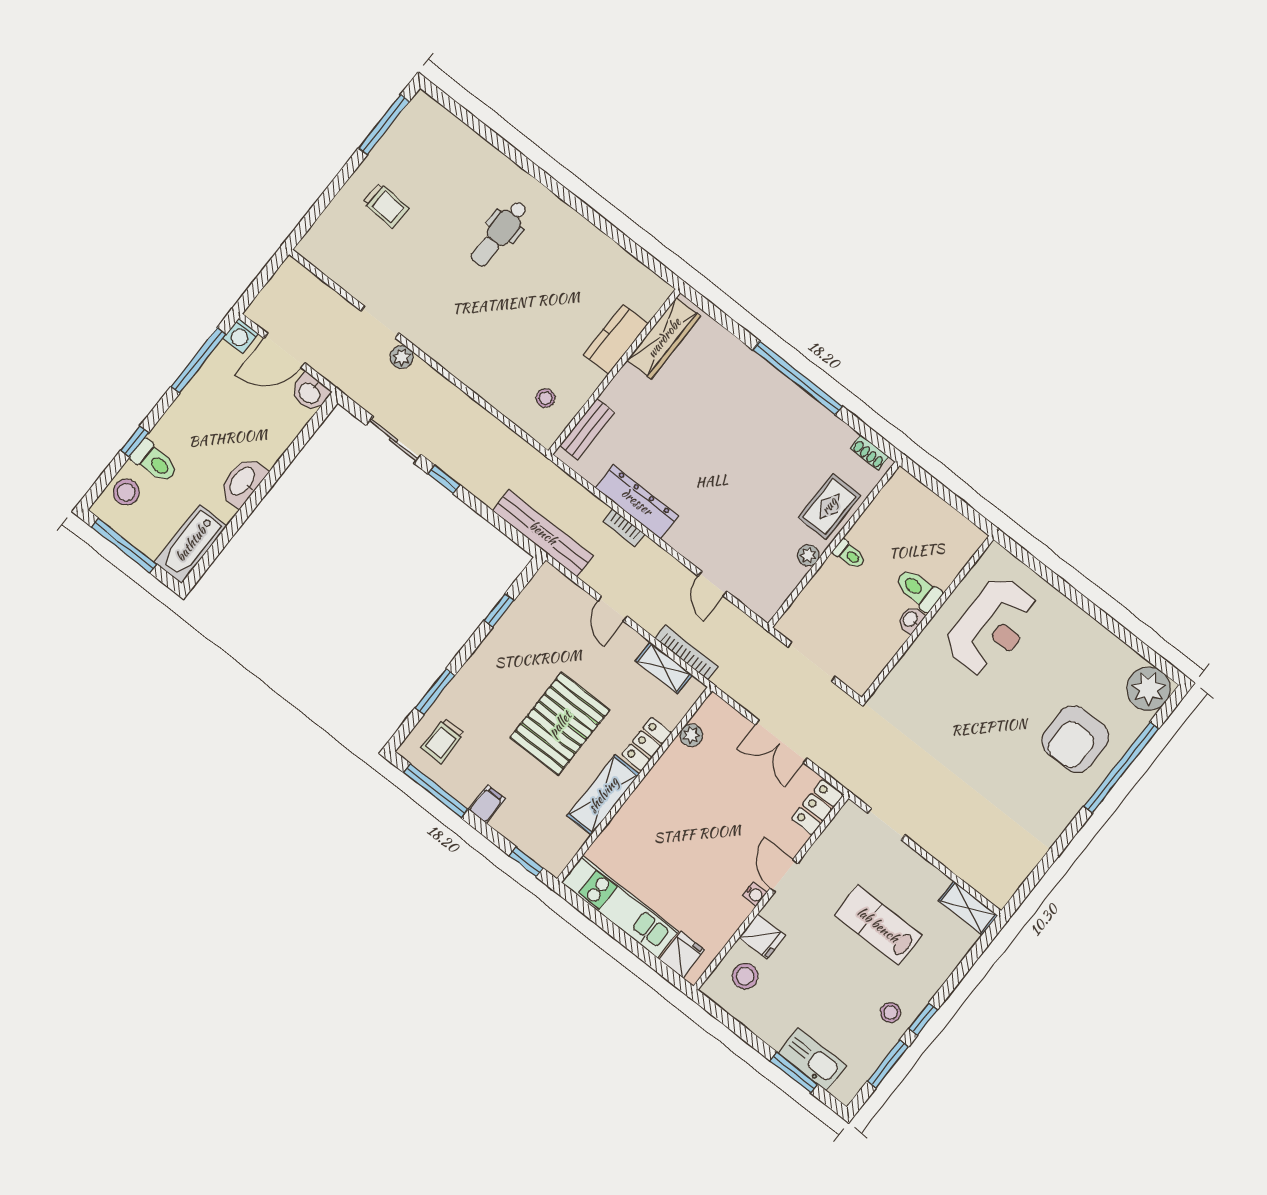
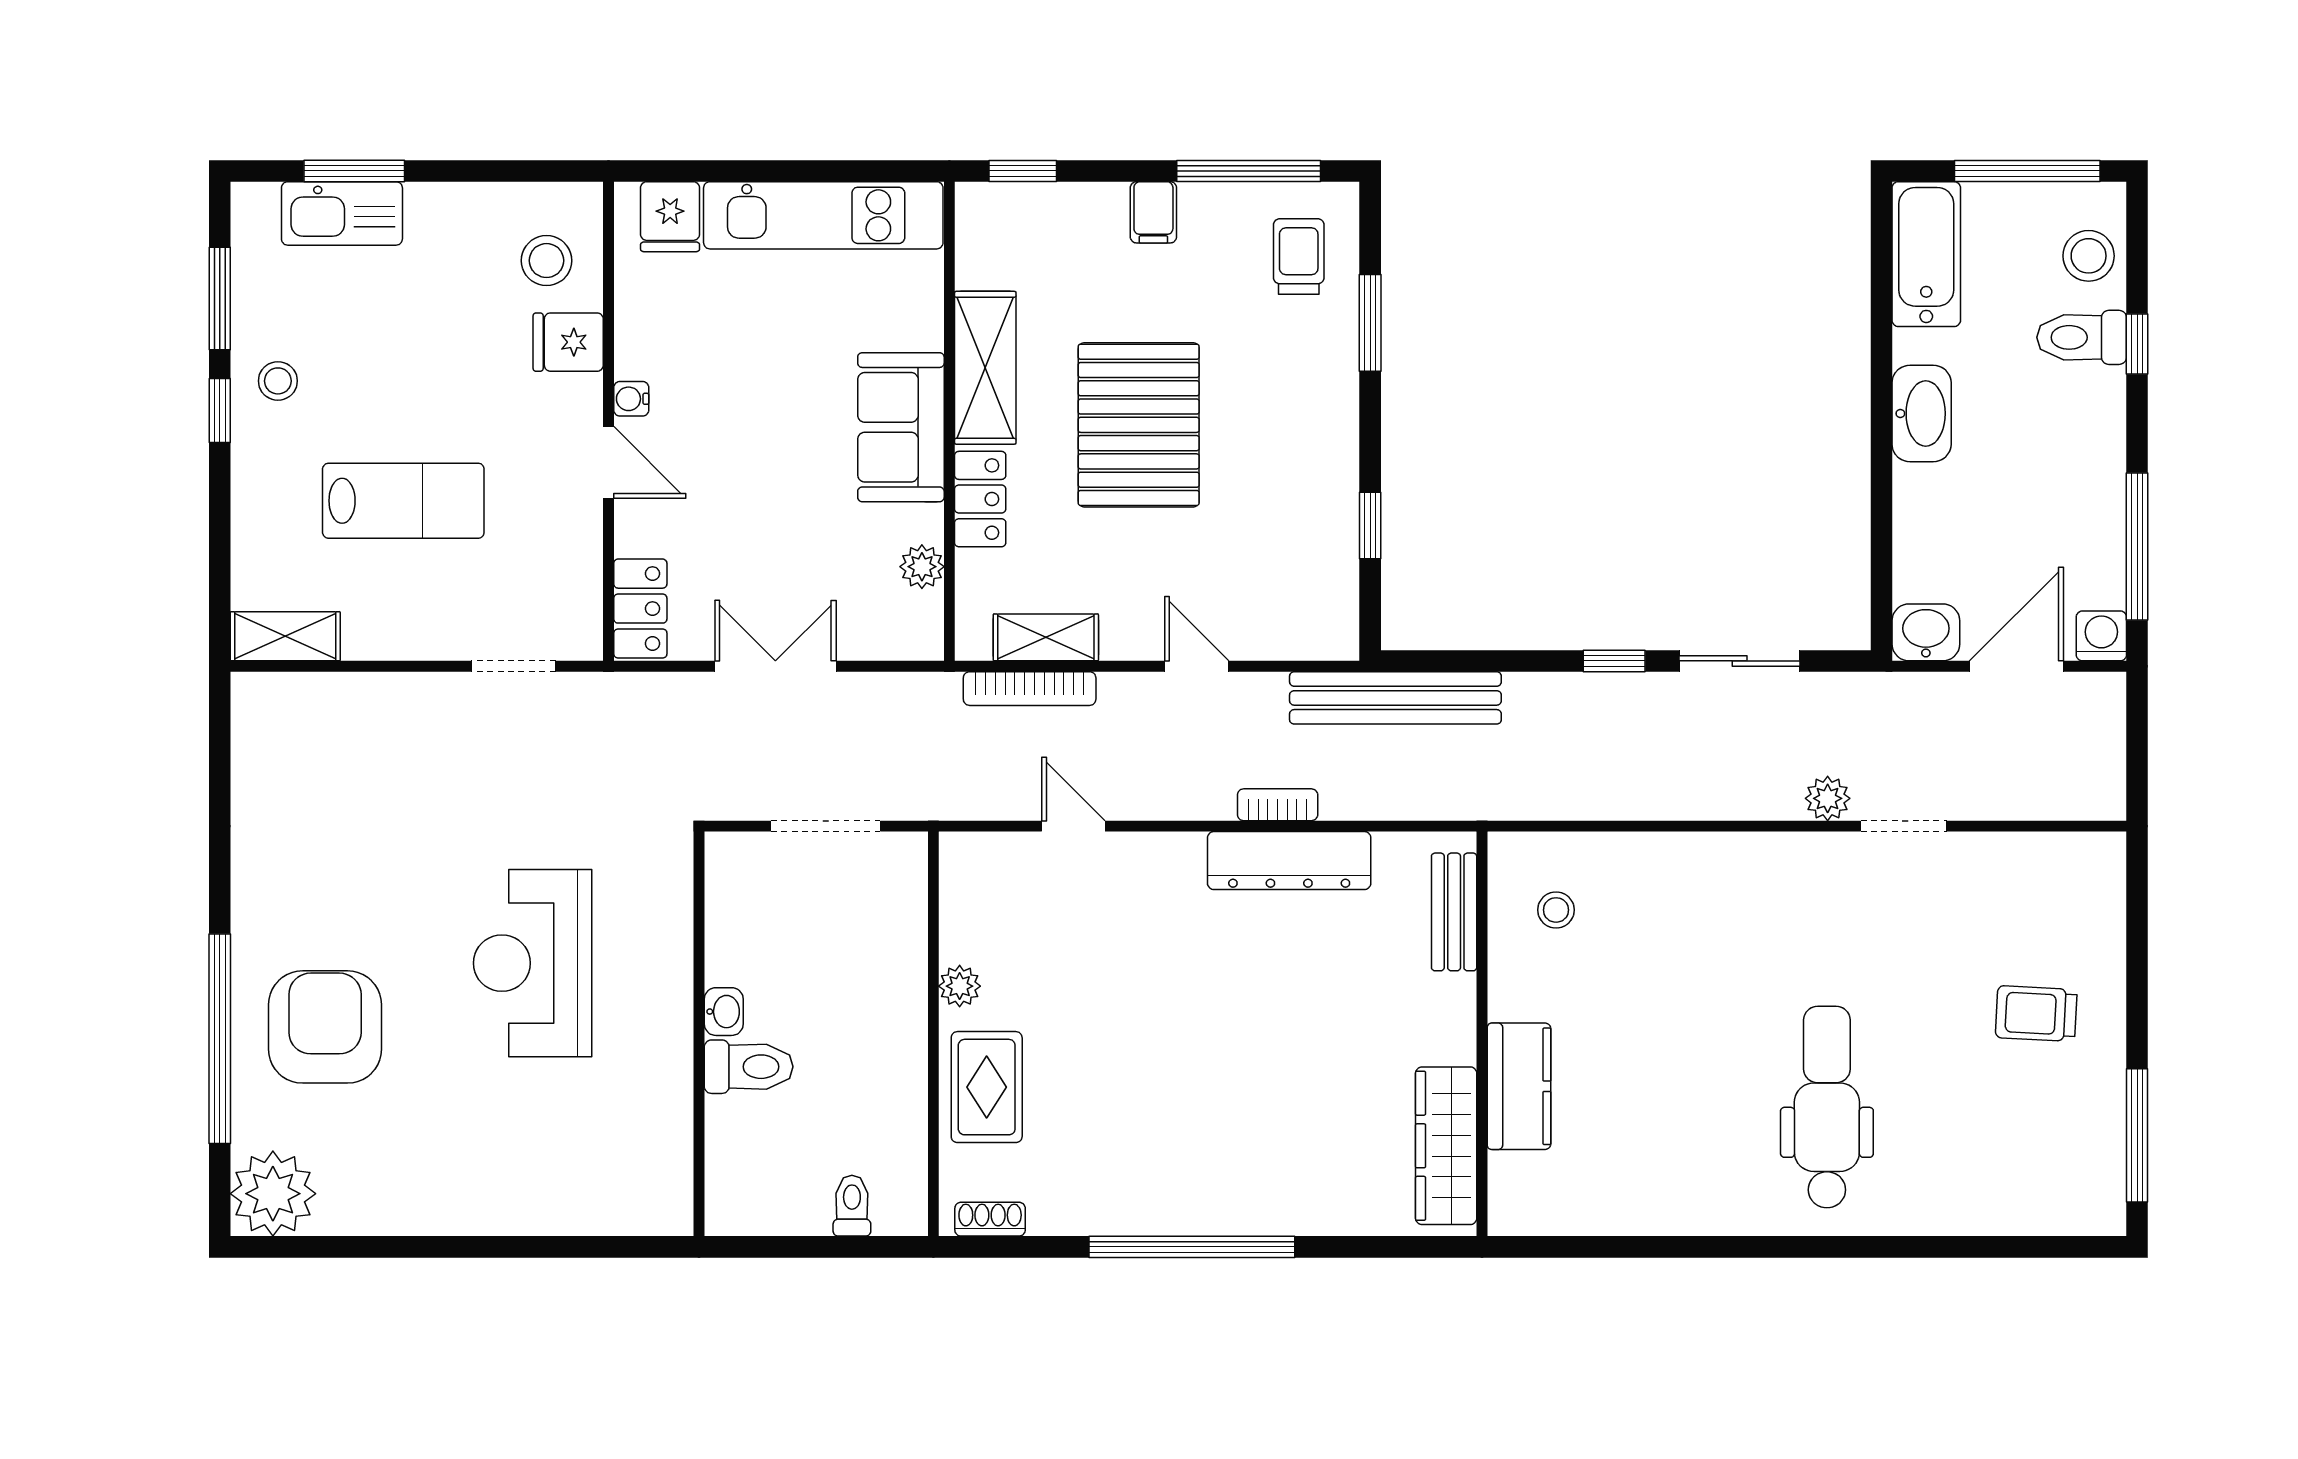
dental chair: (499, 234) -> (1827, 1107), width x1.36, depth x1.38
toilet: (849, 554) -> (852, 1206), moved, turned 90
reception desk: (992, 627) -> (533, 963), moved
sofa: (656, 798) -> (901, 427), added

